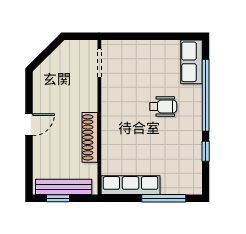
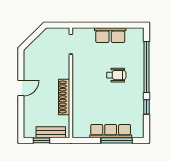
row of seats: (191, 62) -> (110, 35), moved, turned -90
row of seats: (130, 185) -> (111, 131), moved
bench: (64, 187) -> (51, 132), width x0.73

